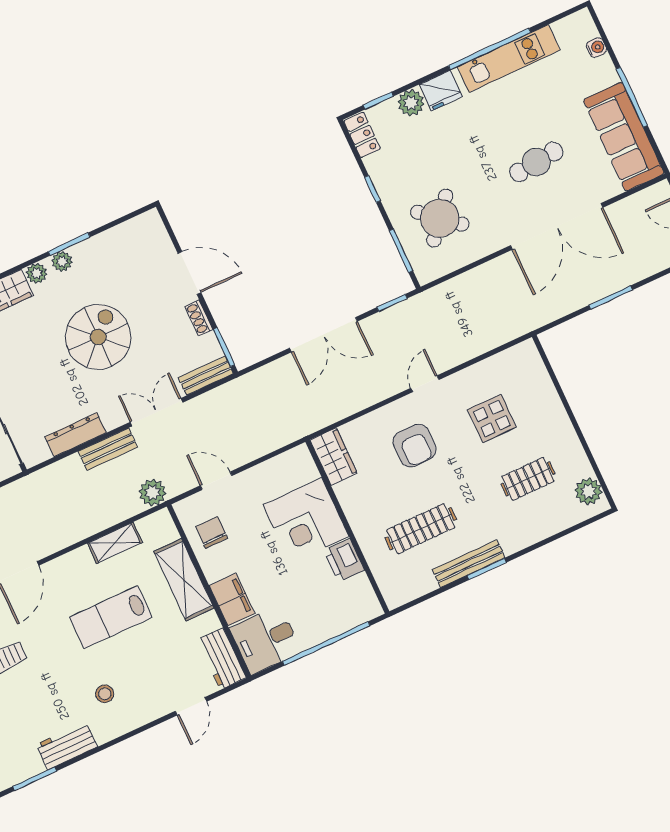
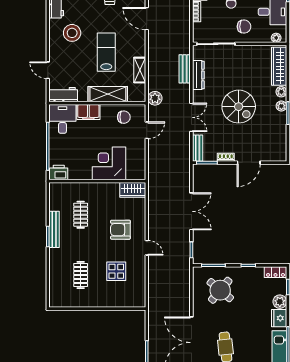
double door: (324, 335) -> (191, 211), swing flipped
bench: (108, 449) -> (185, 69), moved
plant: (588, 491) -> (62, 300), removed
clothes rail: (421, 529) -> (81, 215), width x0.73
printer: (344, 560) -> (59, 172), moved
stool: (105, 694) -> (72, 33), width x1.89, depth x1.89

